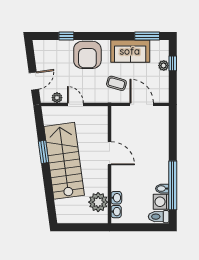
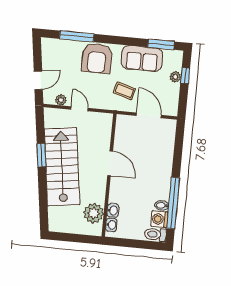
window: (66, 36) -> (77, 36), width x2.17

